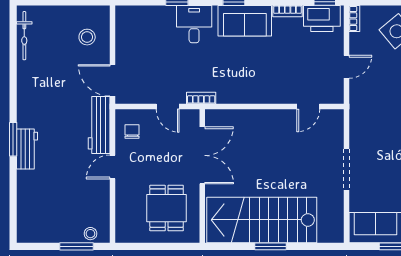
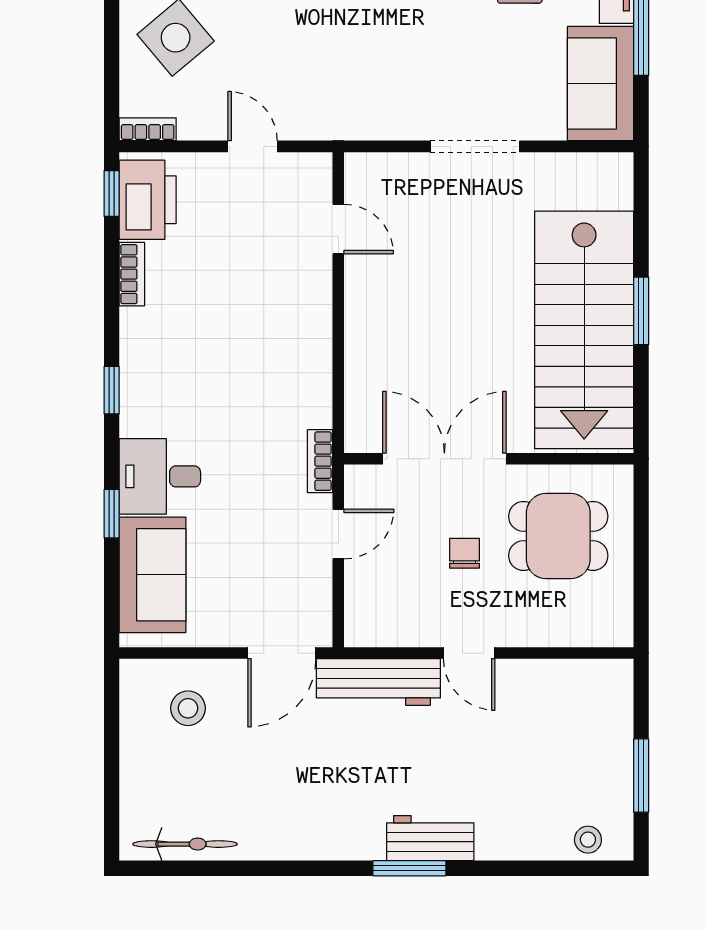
sofa: (245, 21) -> (153, 575), moved
chair: (132, 132) -> (465, 553), moved, turned 90
stool: (90, 234) -> (588, 840), moved
window: (76, 246) -> (641, 775), moved

